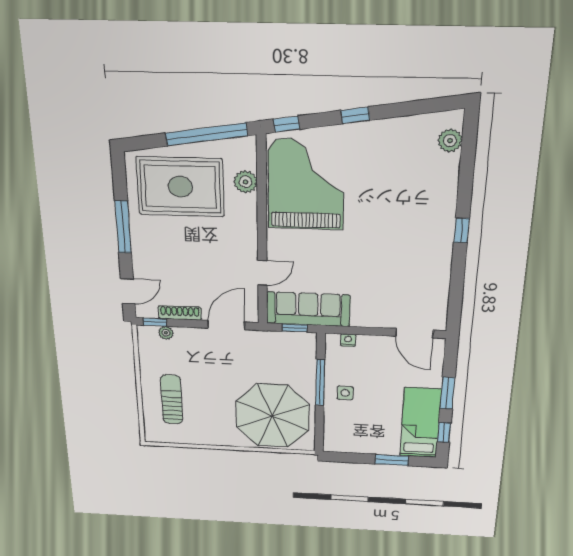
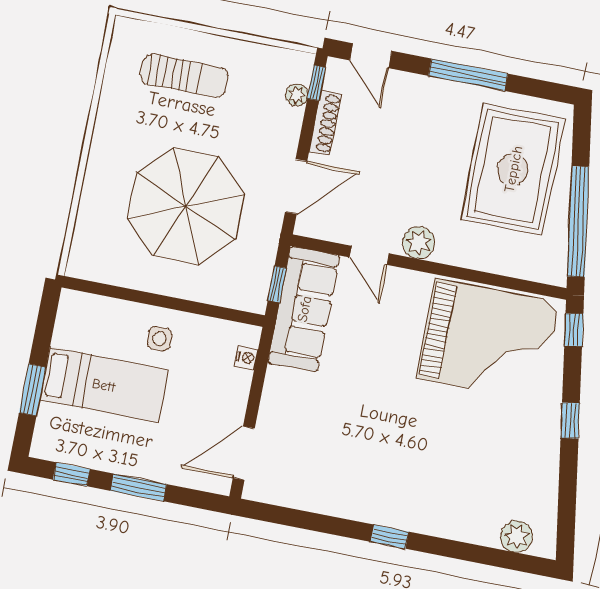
plant: (246, 182) -> (419, 243), moved
door: (226, 325) -> (296, 186), hinge flipped
window: (320, 383) -> (182, 305), removed
parasol: (272, 416) -> (186, 206), moved
bed: (420, 423) -> (104, 385), moved

